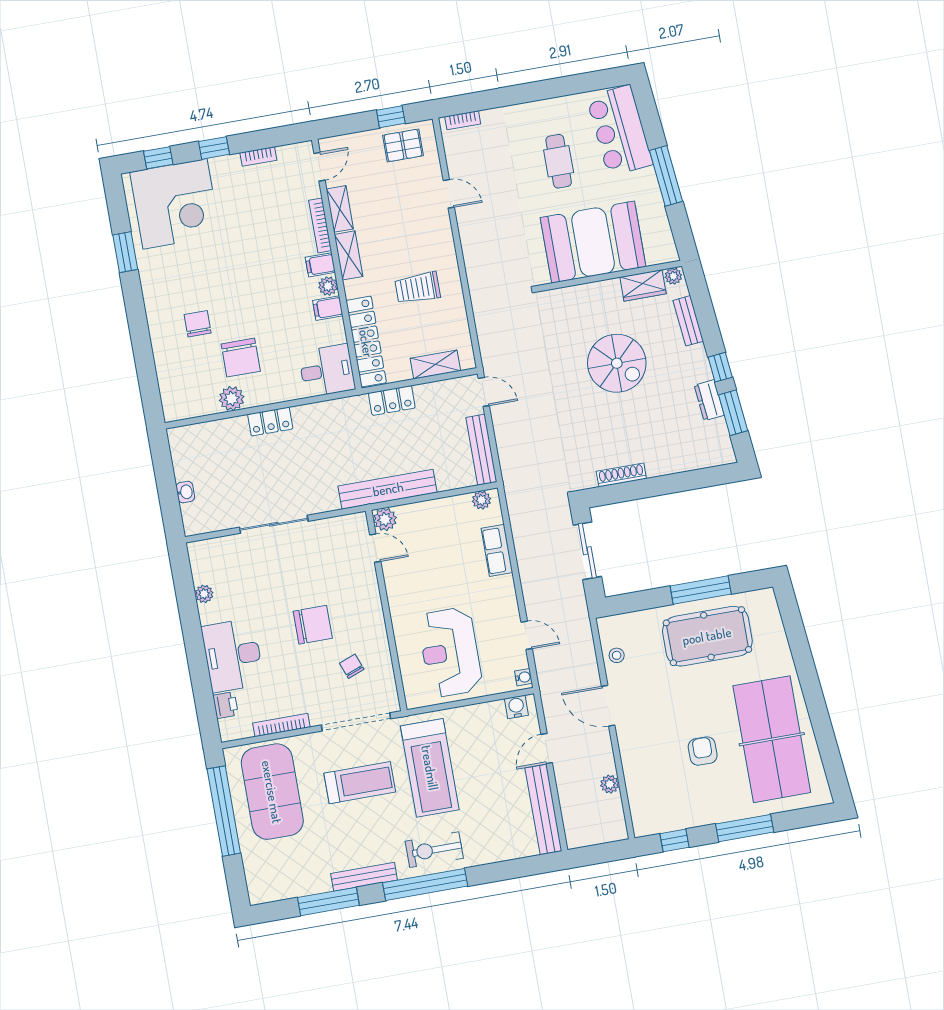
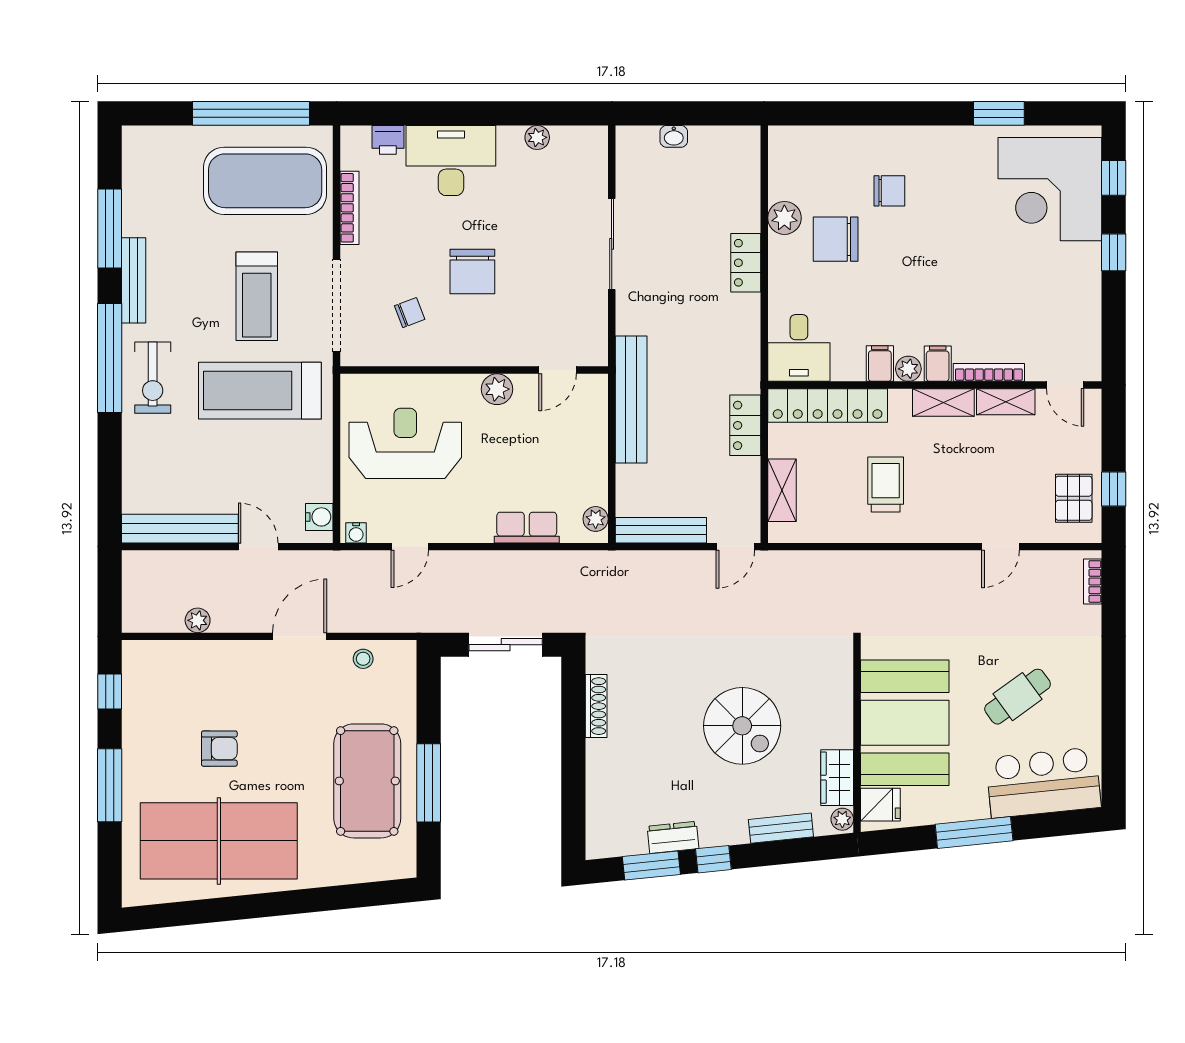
bookcase: (258, 156) -> (1093, 308), removed
cafe table: (559, 161) -> (1018, 697), turned -36
fridge: (657, 250) -> (880, 805), added
spiral stairs: (617, 363) -> (742, 726), turned -90
plant: (385, 519) -> (497, 389), moved
exercise bike: (434, 850) -> (153, 378), turned 180

